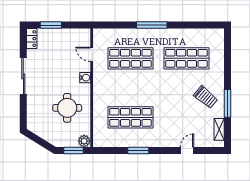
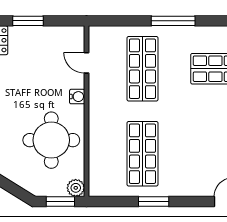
shop shelf: (130, 58) -> (142, 69), turned 90
round table: (67, 108) -> (51, 140), width x1.36, depth x1.36
shop shelf: (130, 117) -> (142, 154), turned 90

